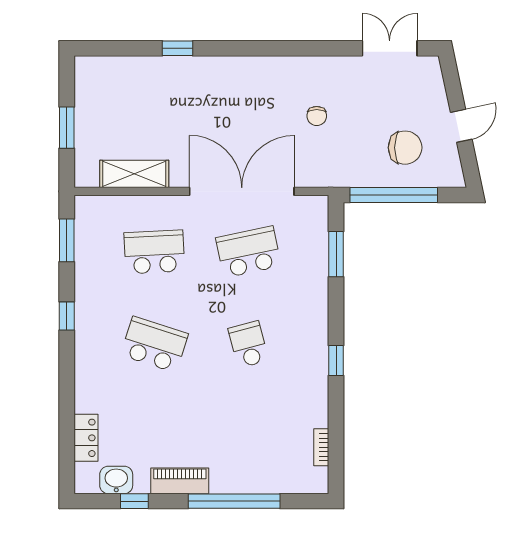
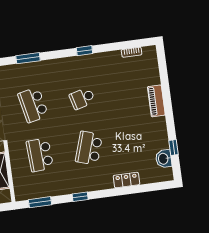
locker: (86, 438) -> (126, 180), moved
piano: (180, 481) -> (156, 101), moved
window: (234, 501) -> (166, 95), removed

